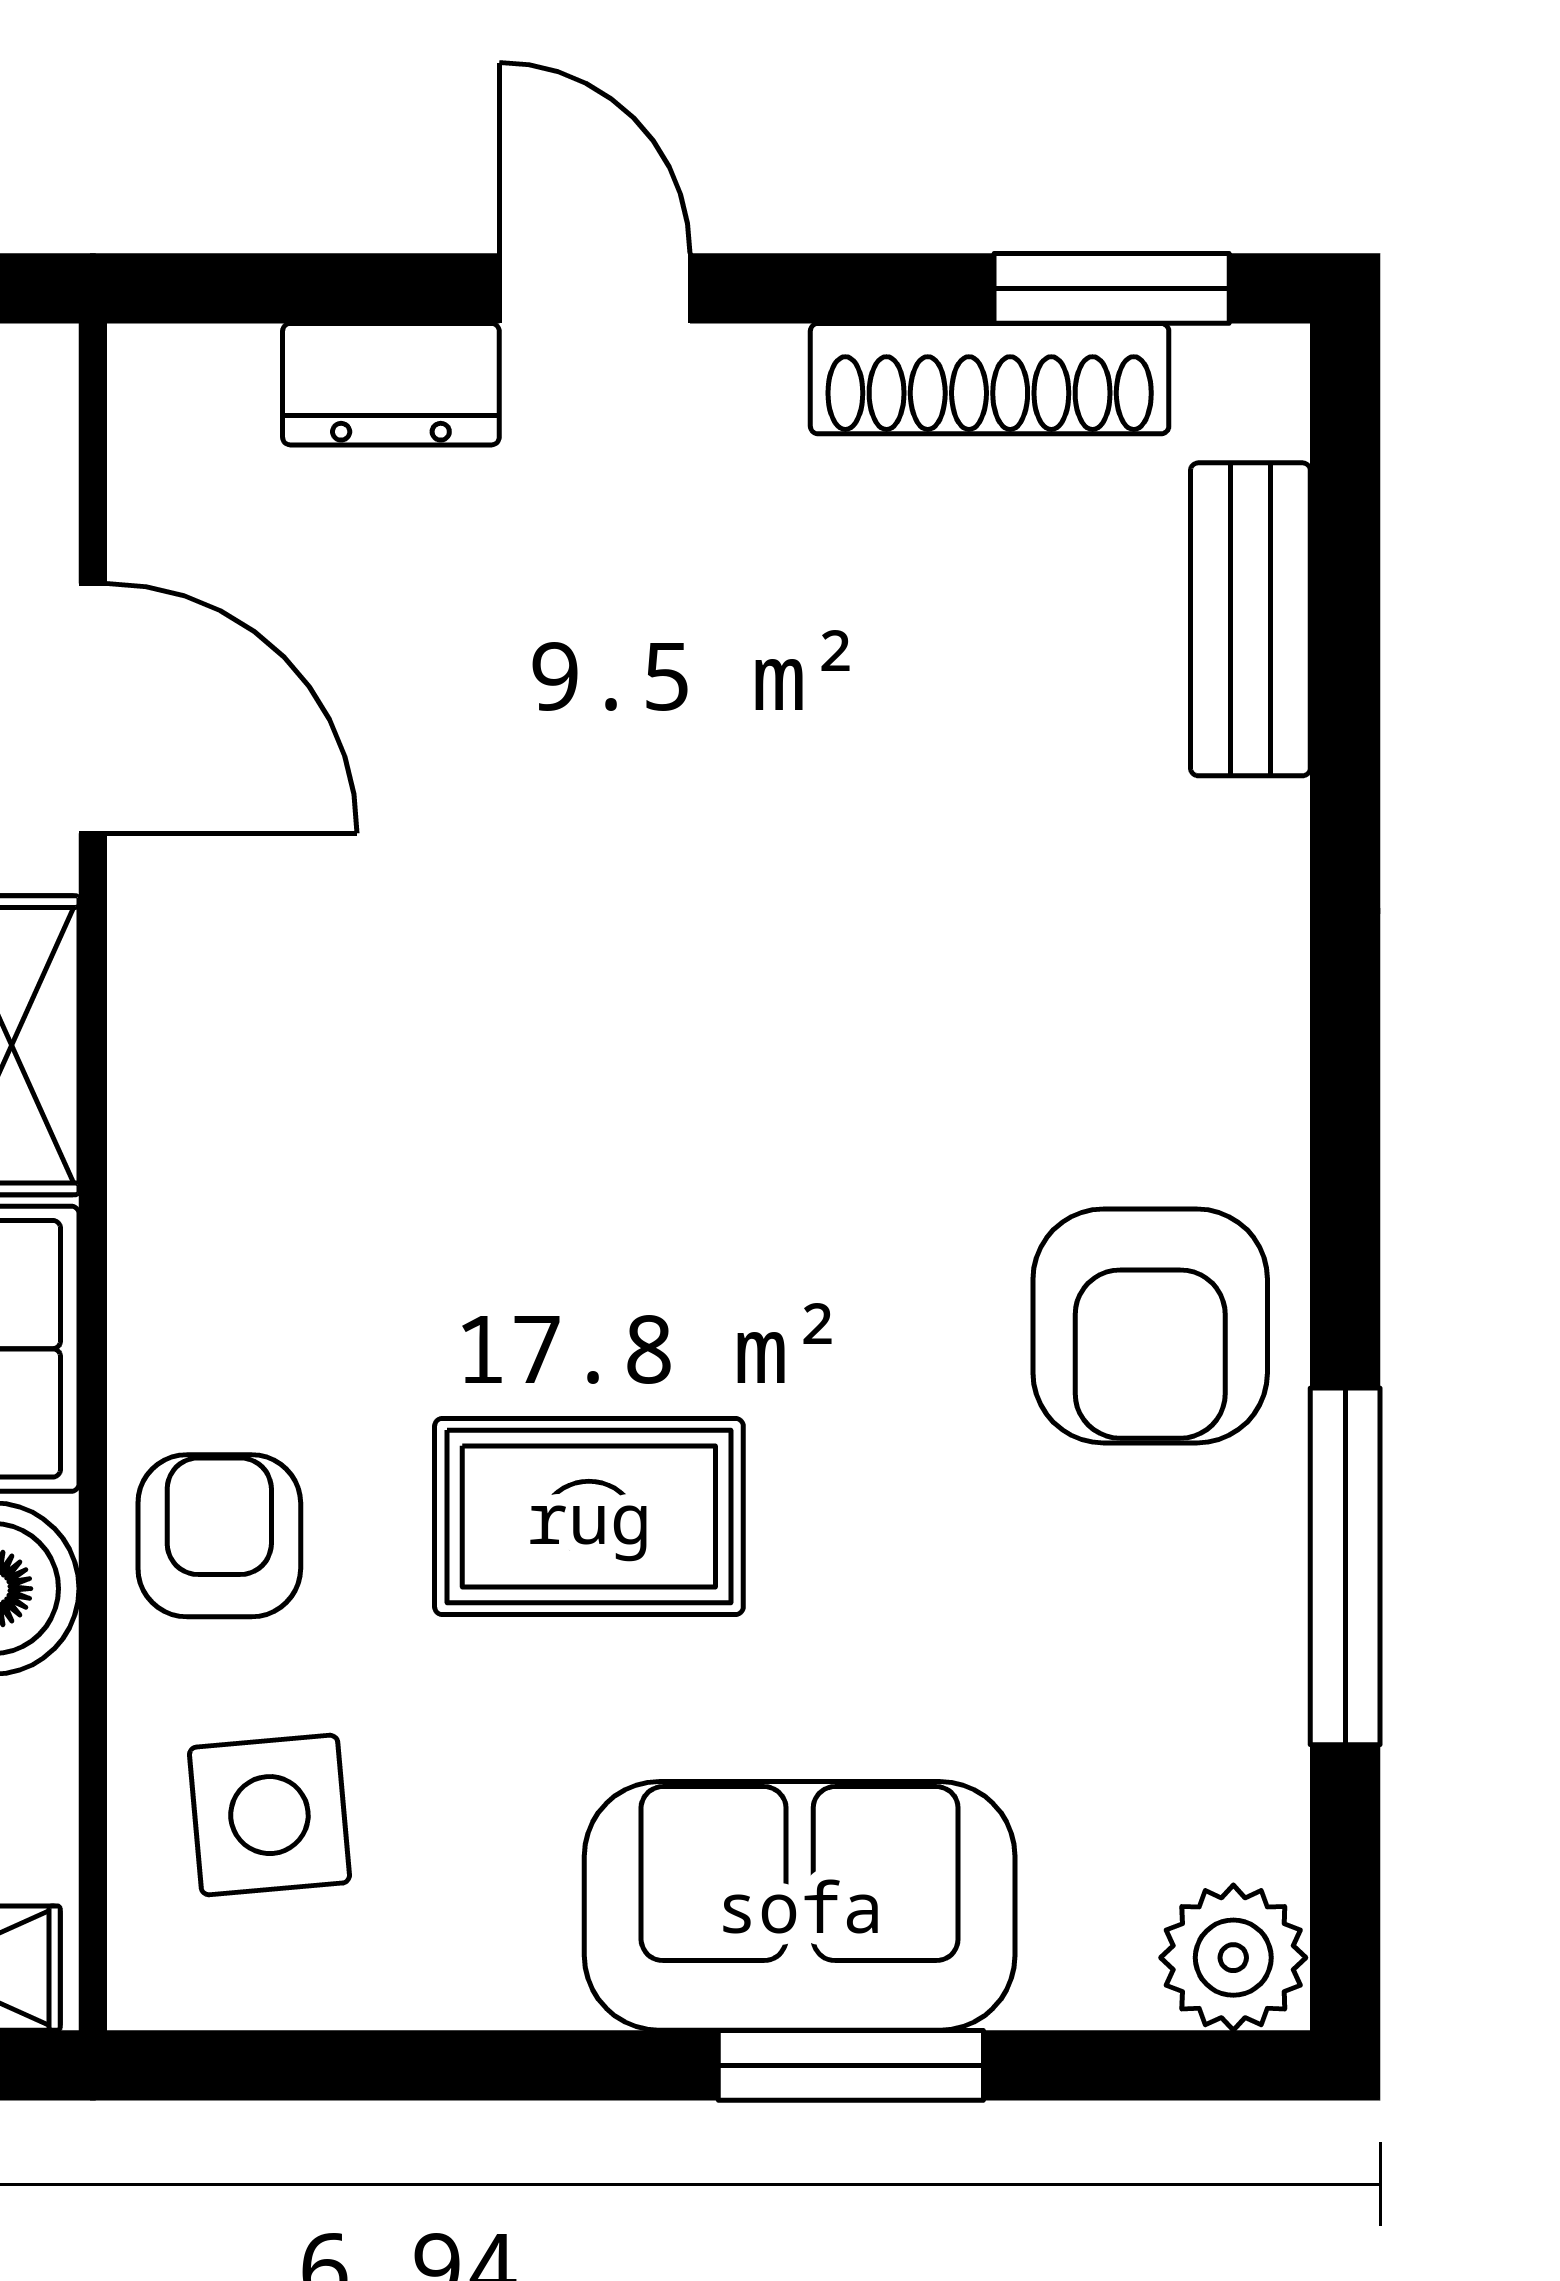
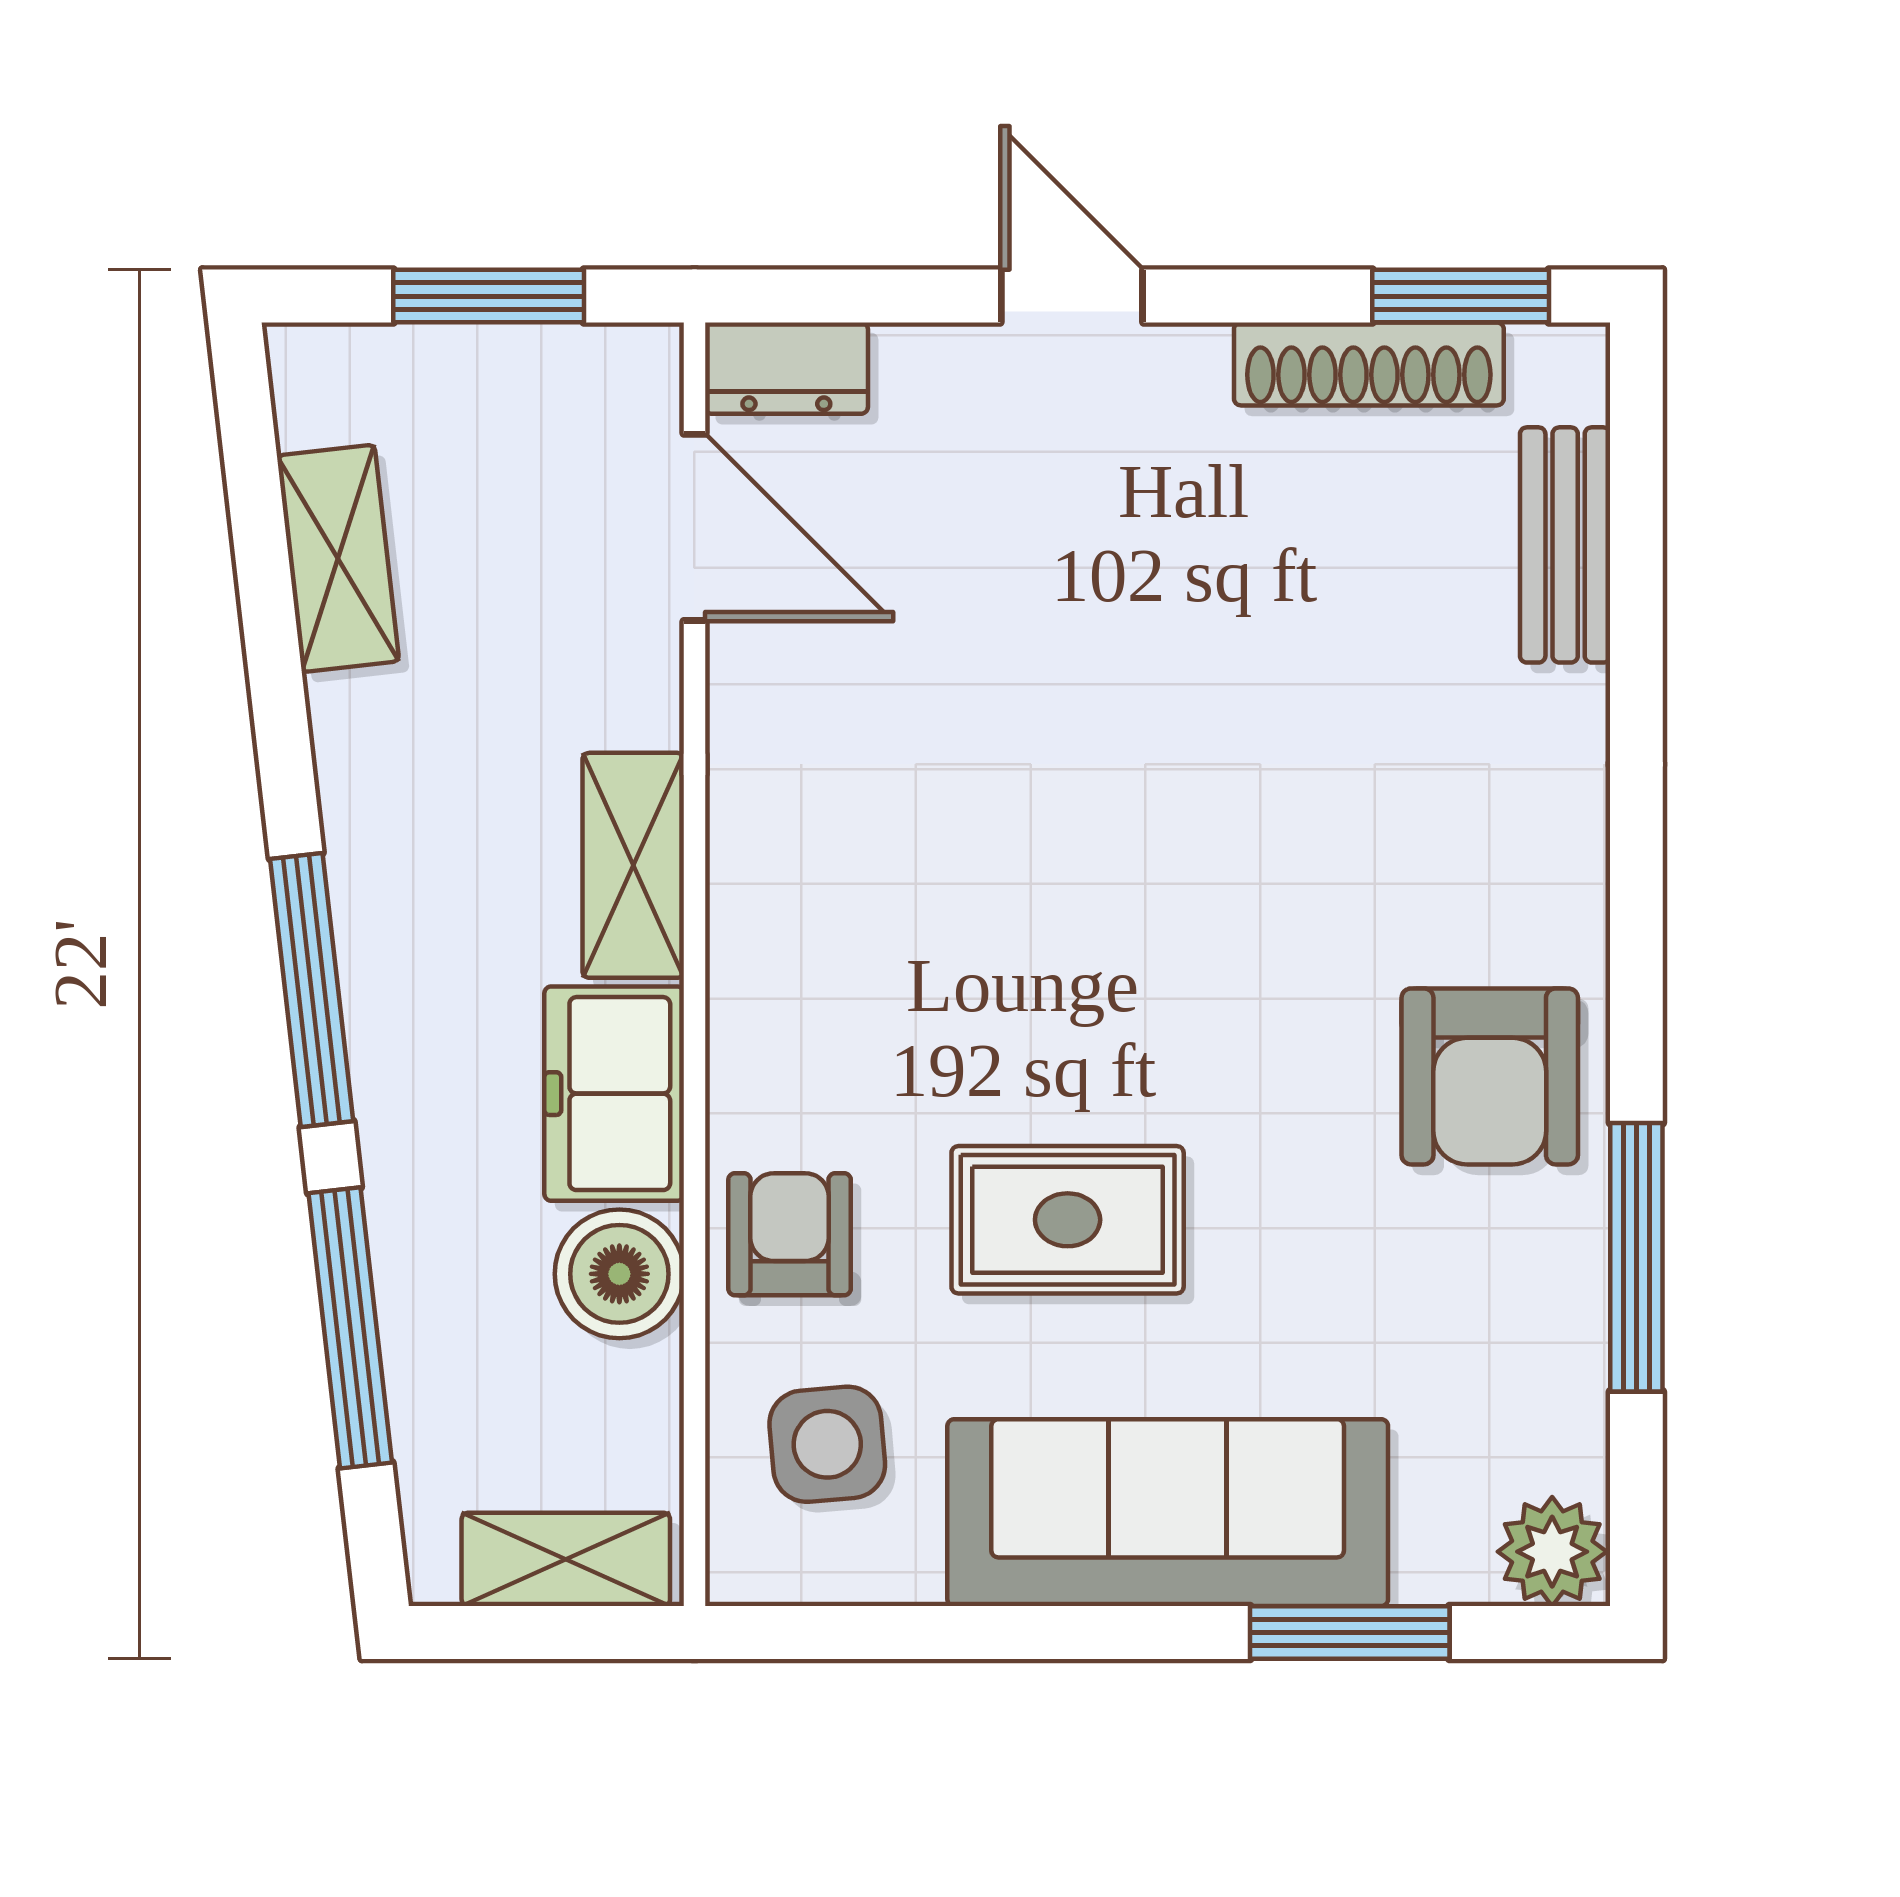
dresser: (391, 384) -> (786, 368), moved
door: (93, 708) -> (694, 527), moved
sofa: (800, 1906) -> (1168, 1513), width x1.36
window: (851, 2065) -> (1350, 1633), moved

